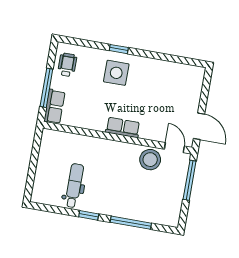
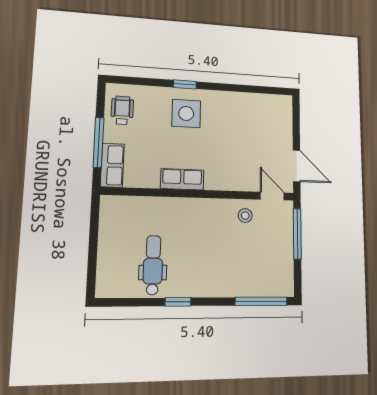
row of seats: (123, 128) -> (182, 179), moved
stool: (150, 160) -> (245, 216), width x0.53, depth x0.53
window: (131, 223) -> (261, 301), moved

